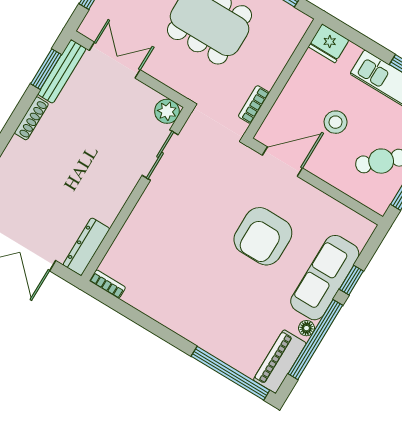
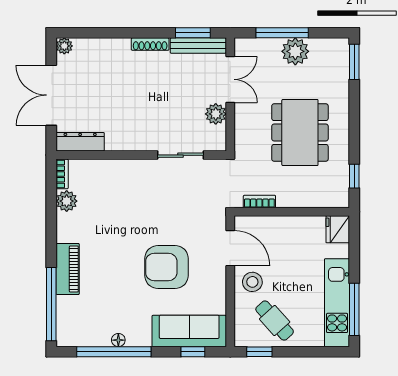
plant: (167, 111) -> (216, 114), moved
stool: (336, 122) -> (252, 282), moved
sofa: (325, 278) -> (189, 331), moved
window: (351, 280) -> (193, 352), moved
plant: (137, 296) -> (67, 201), added
piano: (280, 362) -> (68, 269), moved, turned 90

